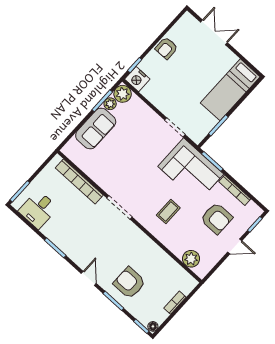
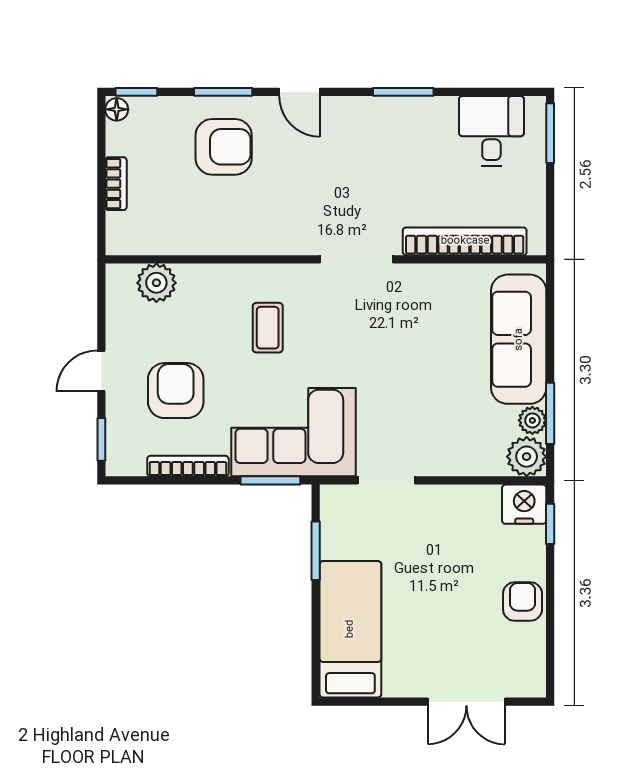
sofa: (96, 128) -> (519, 339), width x1.36
armchair: (216, 218) -> (176, 391), turned 90

